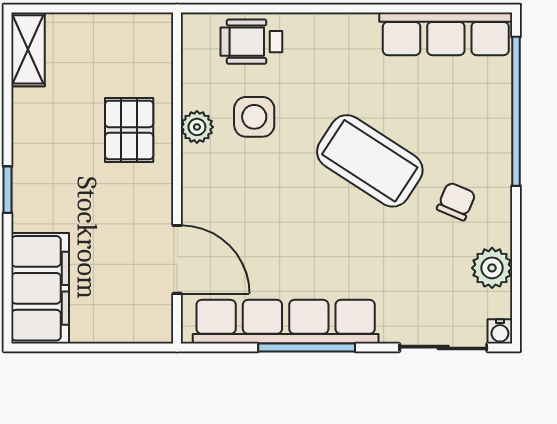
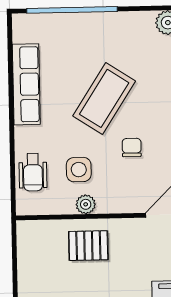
row of seats: (446, 34) -> (26, 84), moved
chair: (456, 201) -> (132, 147), moved, turned 67

